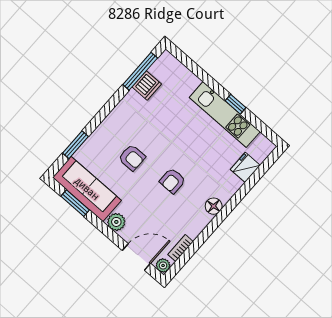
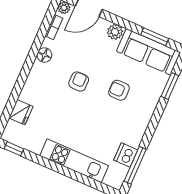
window: (235, 104) -> (14, 149), moved
kitchen unit: (225, 115) -> (74, 161), moved
floor lamp: (214, 206) -> (44, 55), moved

